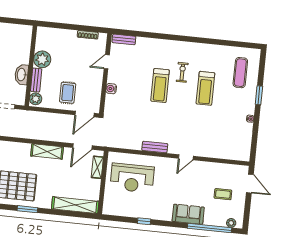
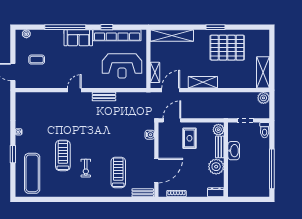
dresser: (45, 32) -> (216, 192), added
door: (107, 62) -> (156, 171), width x1.88
exercise mat: (240, 73) -> (32, 173), width x1.36, depth x1.45
treadmill: (160, 85) -> (118, 172), moved
water cooler: (111, 89) -> (150, 135), moved
reception desk: (132, 178) -> (122, 66), turned 180
row of seats: (134, 211) -> (117, 35), added
sofa: (188, 214) -> (78, 38), moved
window: (210, 228) -> (65, 27), moved

